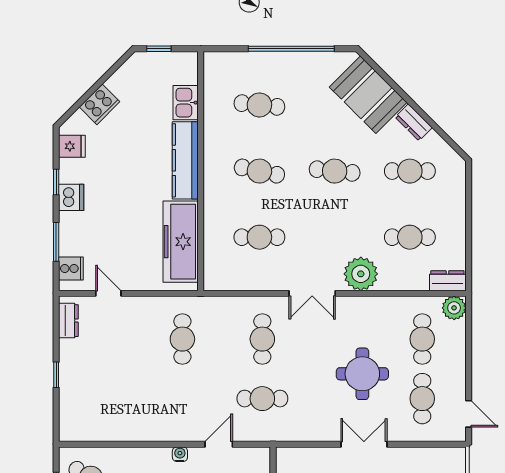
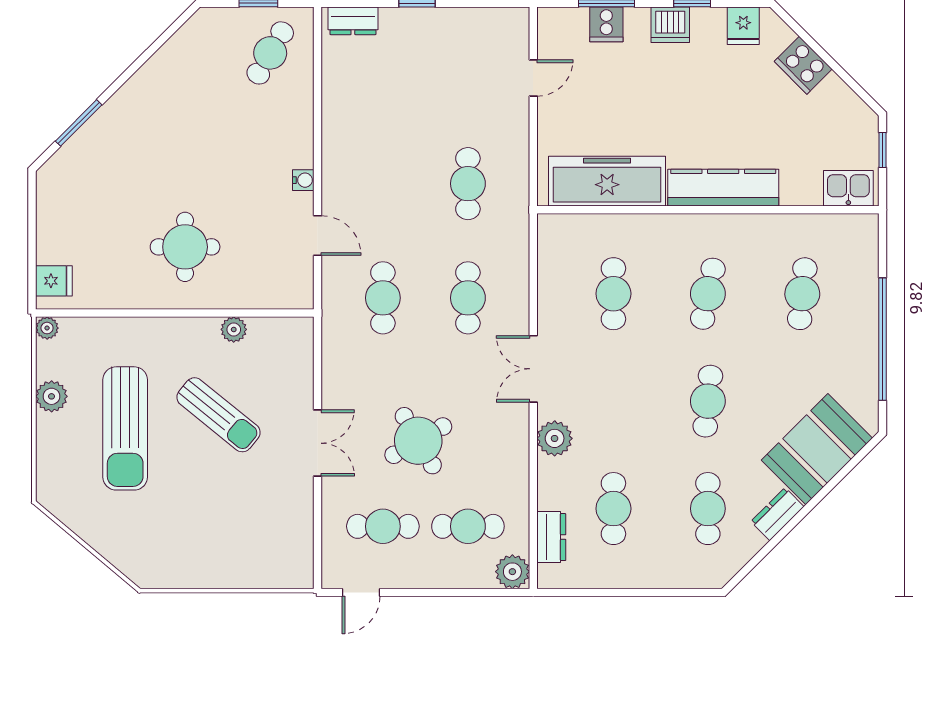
kitchen sink: (186, 103) -> (848, 188), moved
cooker: (71, 268) -> (606, 24), moved
plant: (361, 274) -> (555, 438), width x0.73, depth x0.73
dresser: (447, 281) -> (551, 537), moved
dresser: (68, 321) -> (353, 21), moved
cafe table: (182, 339) -> (468, 184), turned 90
cafe table: (262, 339) -> (468, 298), turned 90
round table: (362, 374) -> (418, 441), turned -30

